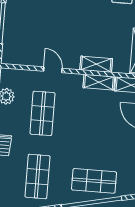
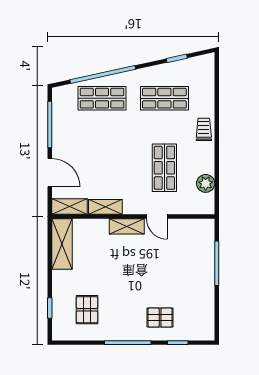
shelving: (96, 64) -> (127, 226), moved
shop shelf: (38, 176) -> (164, 98), turned 90

